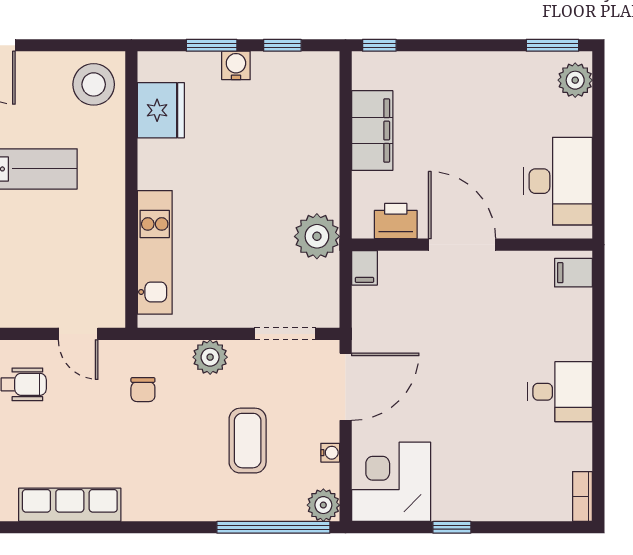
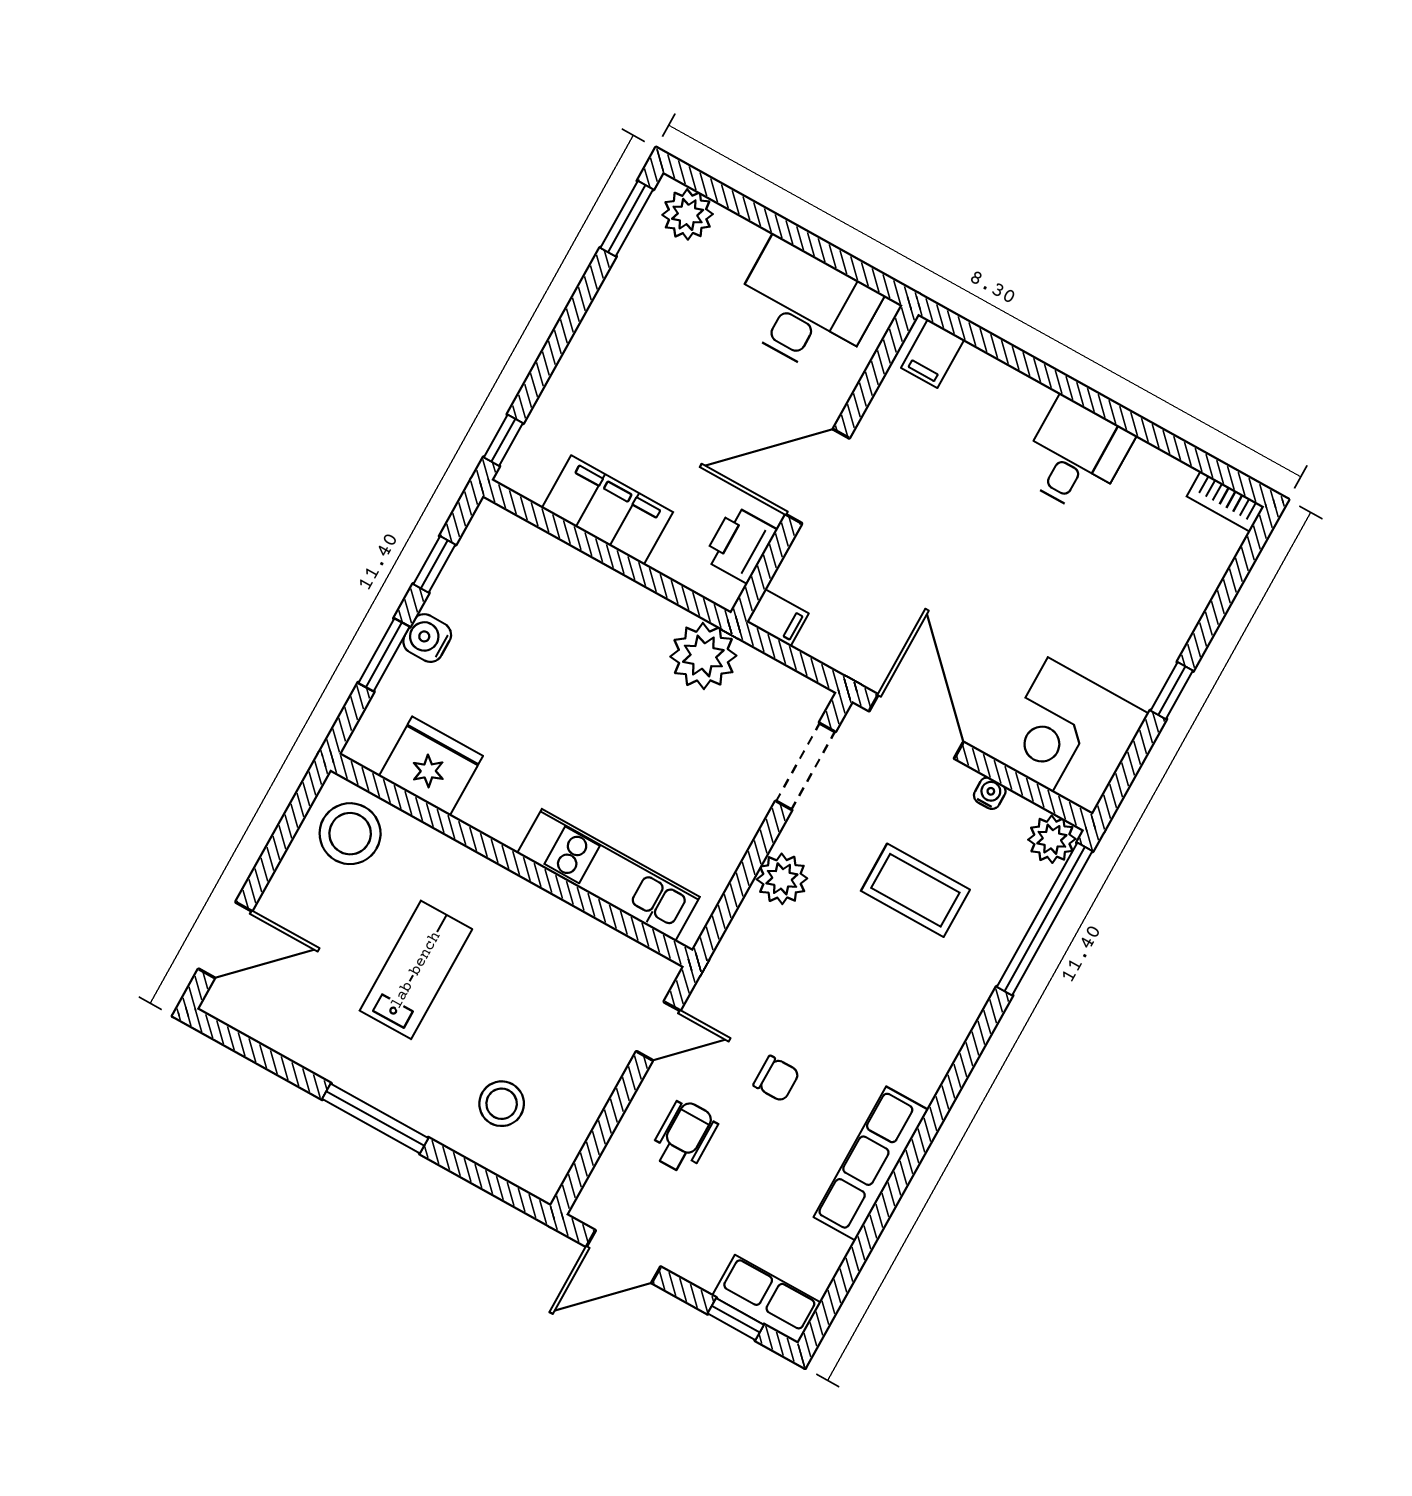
chair: (143, 390) -> (776, 1079), moved

